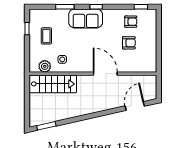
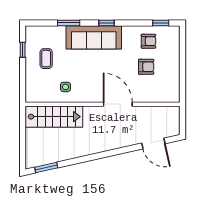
sofa: (86, 18) -> (94, 37), width x1.36
plant: (45, 66) -> (44, 95), removed
door: (135, 106) -> (153, 143), swing flipped

